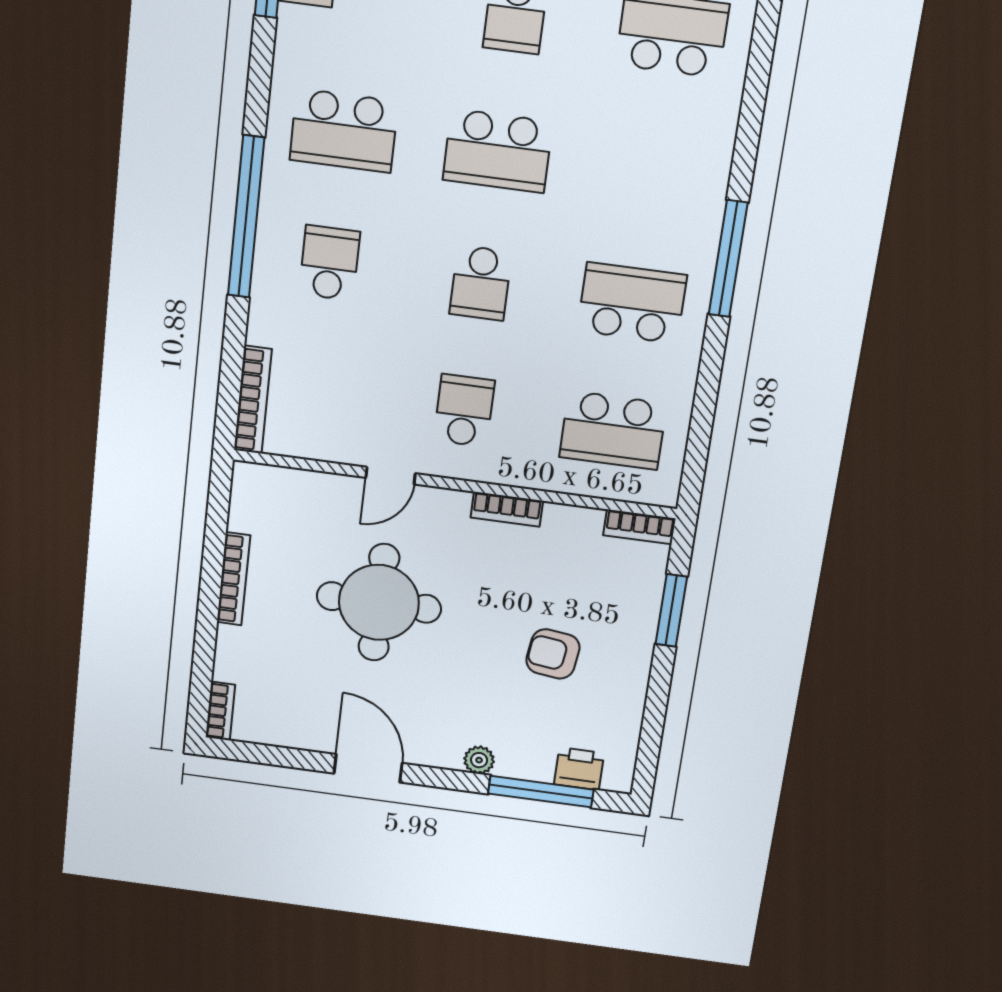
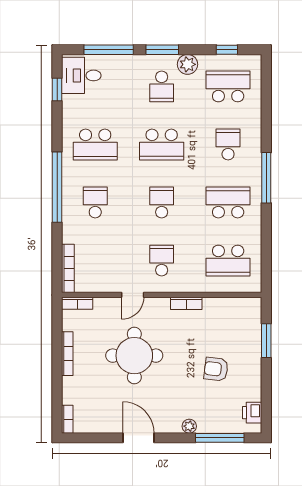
school desk: (652, 171) -> (228, 144), added
school desk: (481, 283) -> (162, 203), turned 180
bookcase: (639, 527) -> (77, 303), moved
printer: (579, 769) -> (252, 413), moved, turned -90

